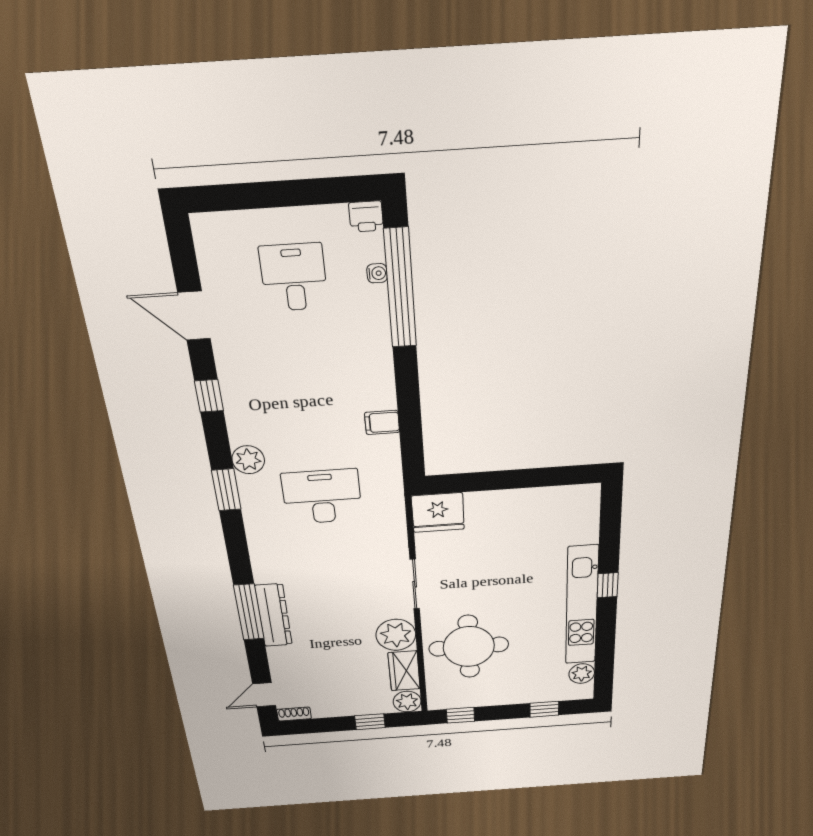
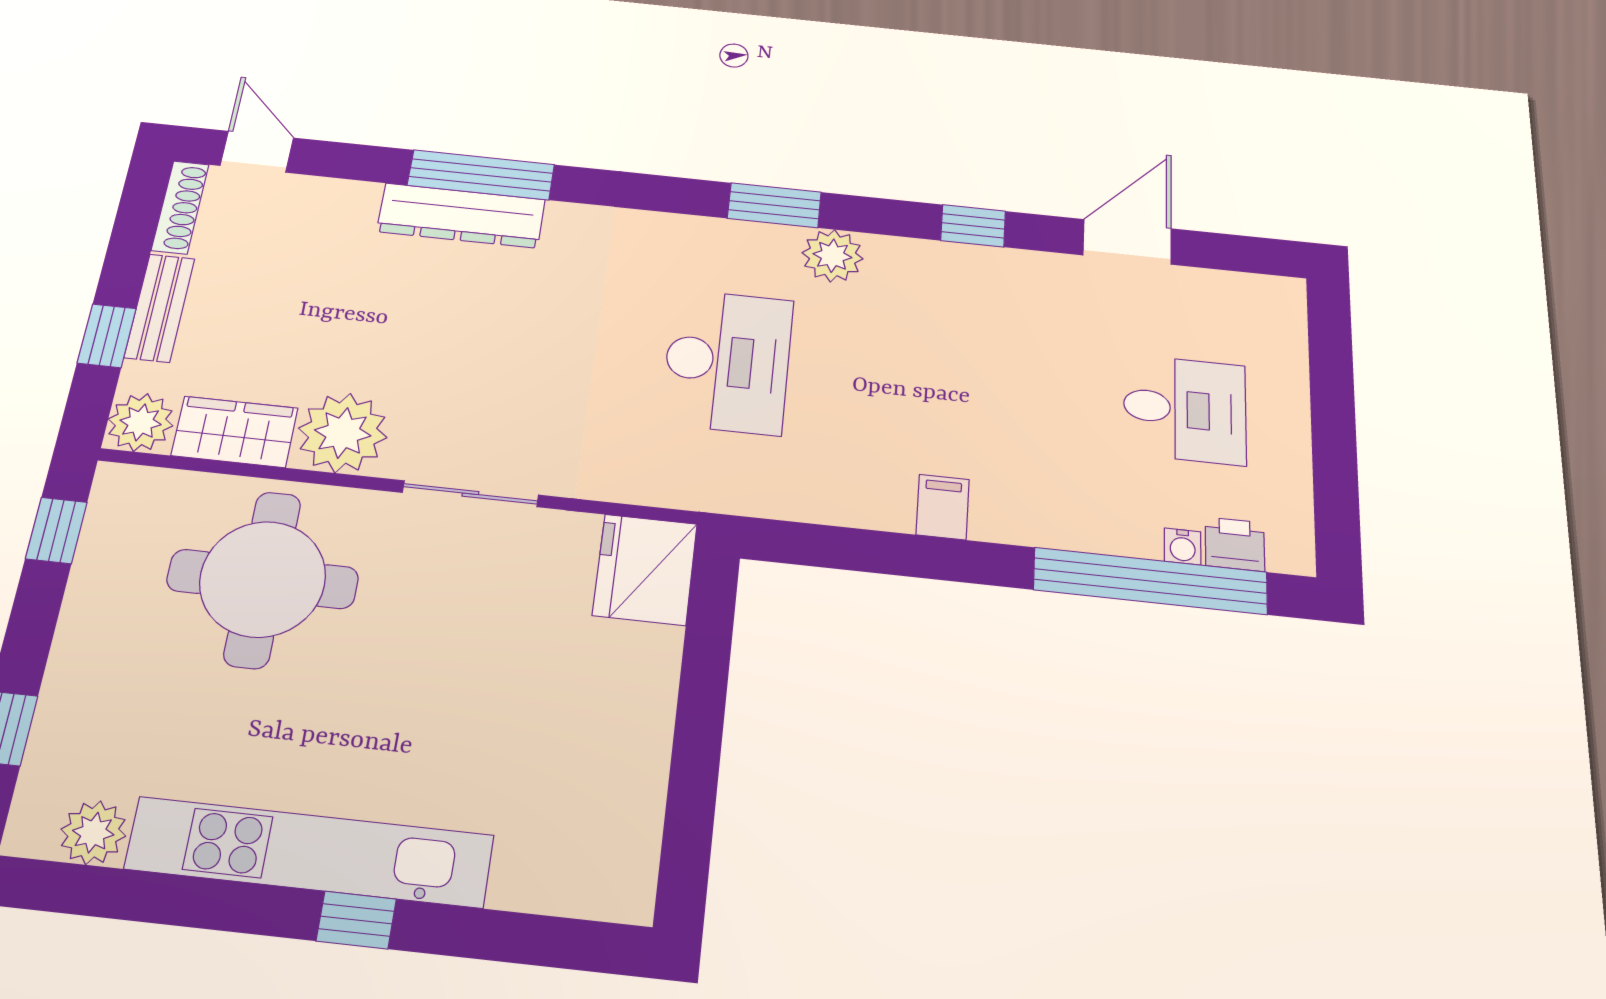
printer: (366, 216) -> (1235, 544), moved, turned 90
filing cabinet: (382, 422) -> (943, 507), moved
bench: (352, 708) -> (160, 308), added
shoe rack: (294, 714) -> (180, 207), width x1.43

